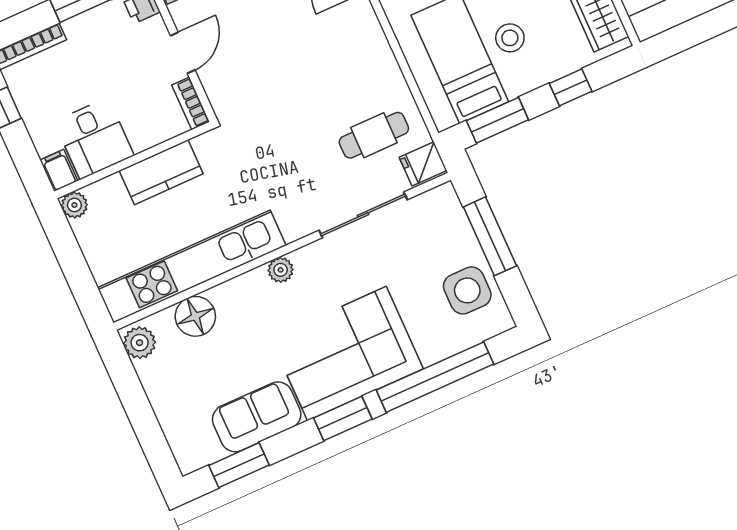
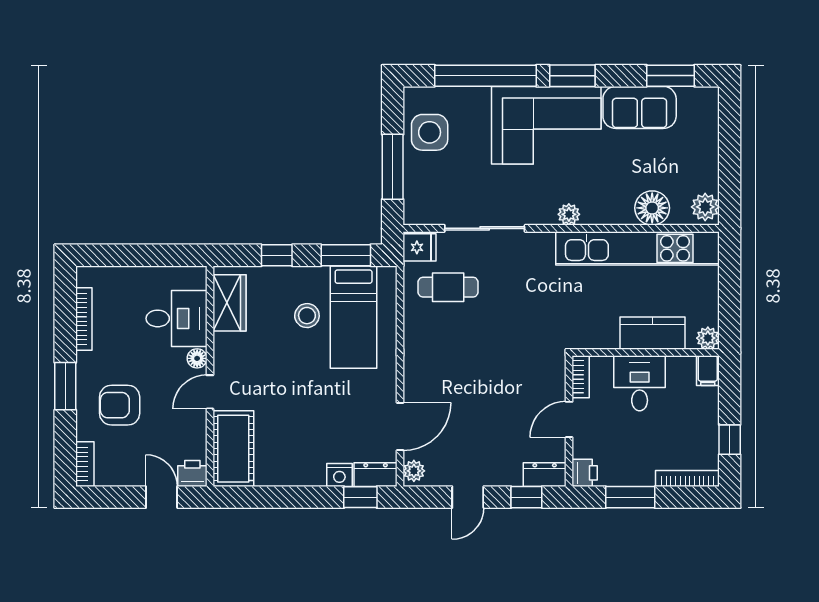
desk: (94, 139) -> (640, 383), moved
kitchen counter: (161, 172) -> (653, 333), moved

